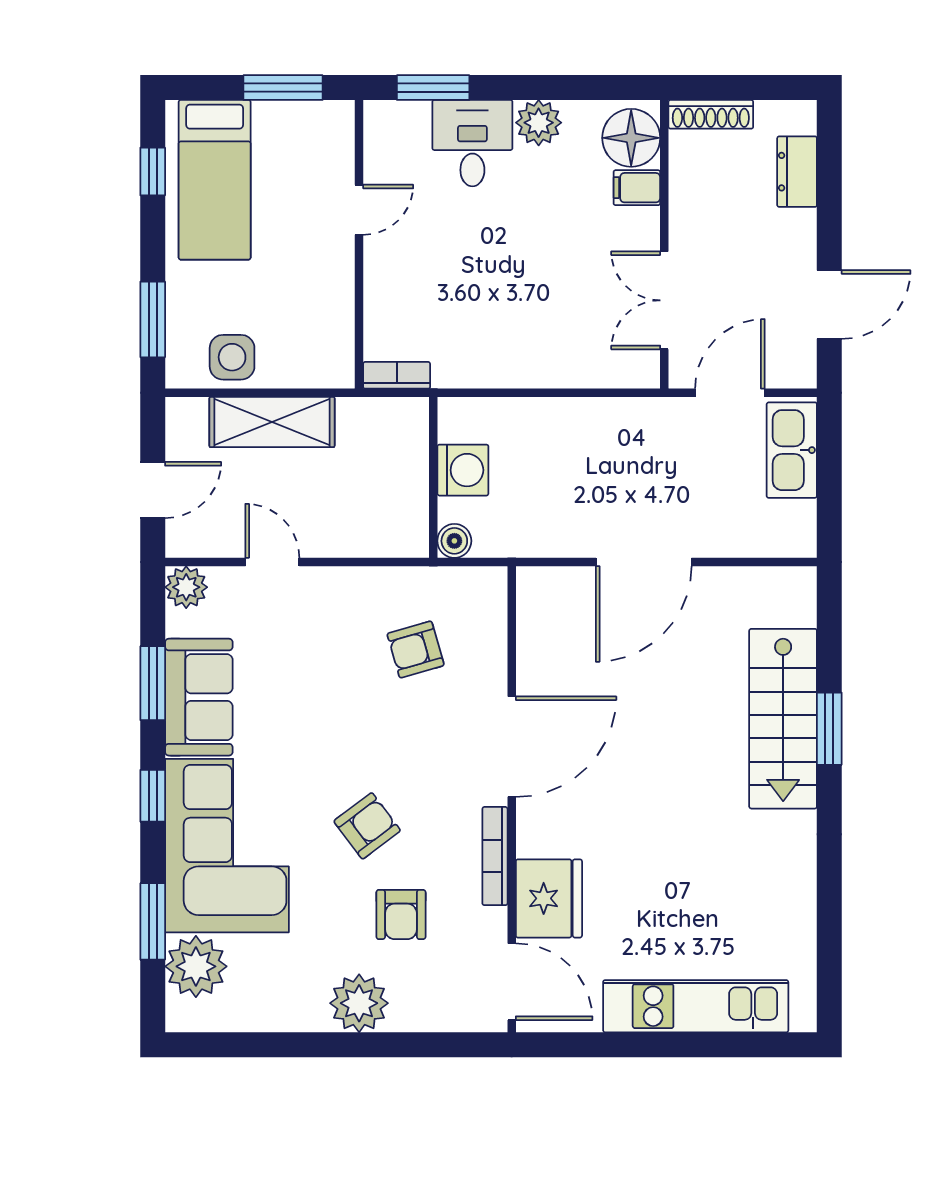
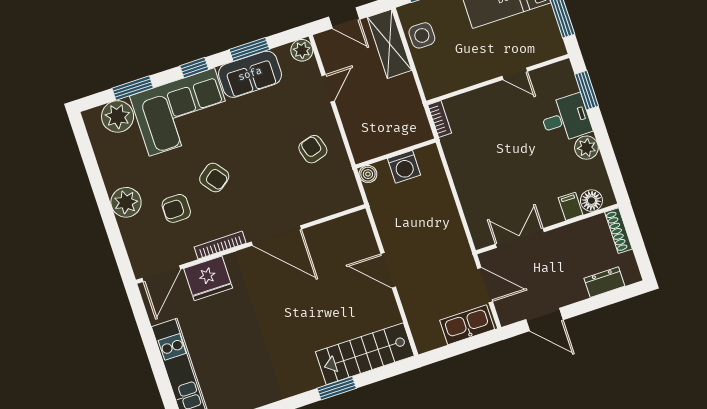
floor lamp: (631, 138) -> (591, 201), width x0.73, depth x0.73
shelving: (272, 422) -> (389, 44), moved
door: (644, 562) -> (388, 270), width x0.73
armchair: (416, 650) -> (313, 149), moved
stairs: (783, 719) -> (365, 354), moved

